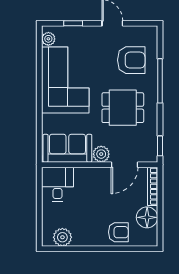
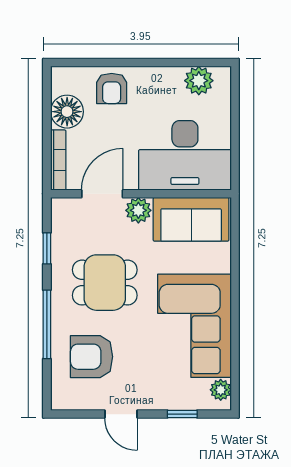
window: (160, 146) -> (47, 248), moved
desk: (57, 184) -> (185, 155), width x1.87, depth x1.30
armchair: (118, 232) -> (112, 88), turned -90

